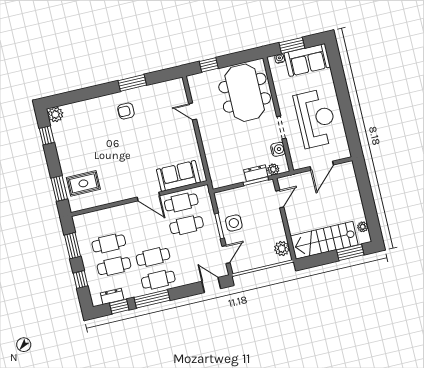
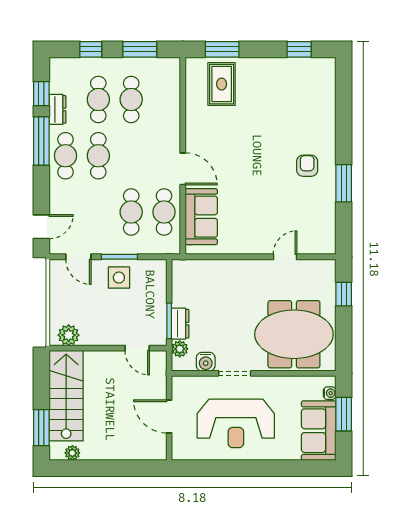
plant: (55, 114) -> (325, 68), removed
door: (148, 196) -> (183, 169), swing flipped
dresser: (112, 296) -> (57, 109), moved

